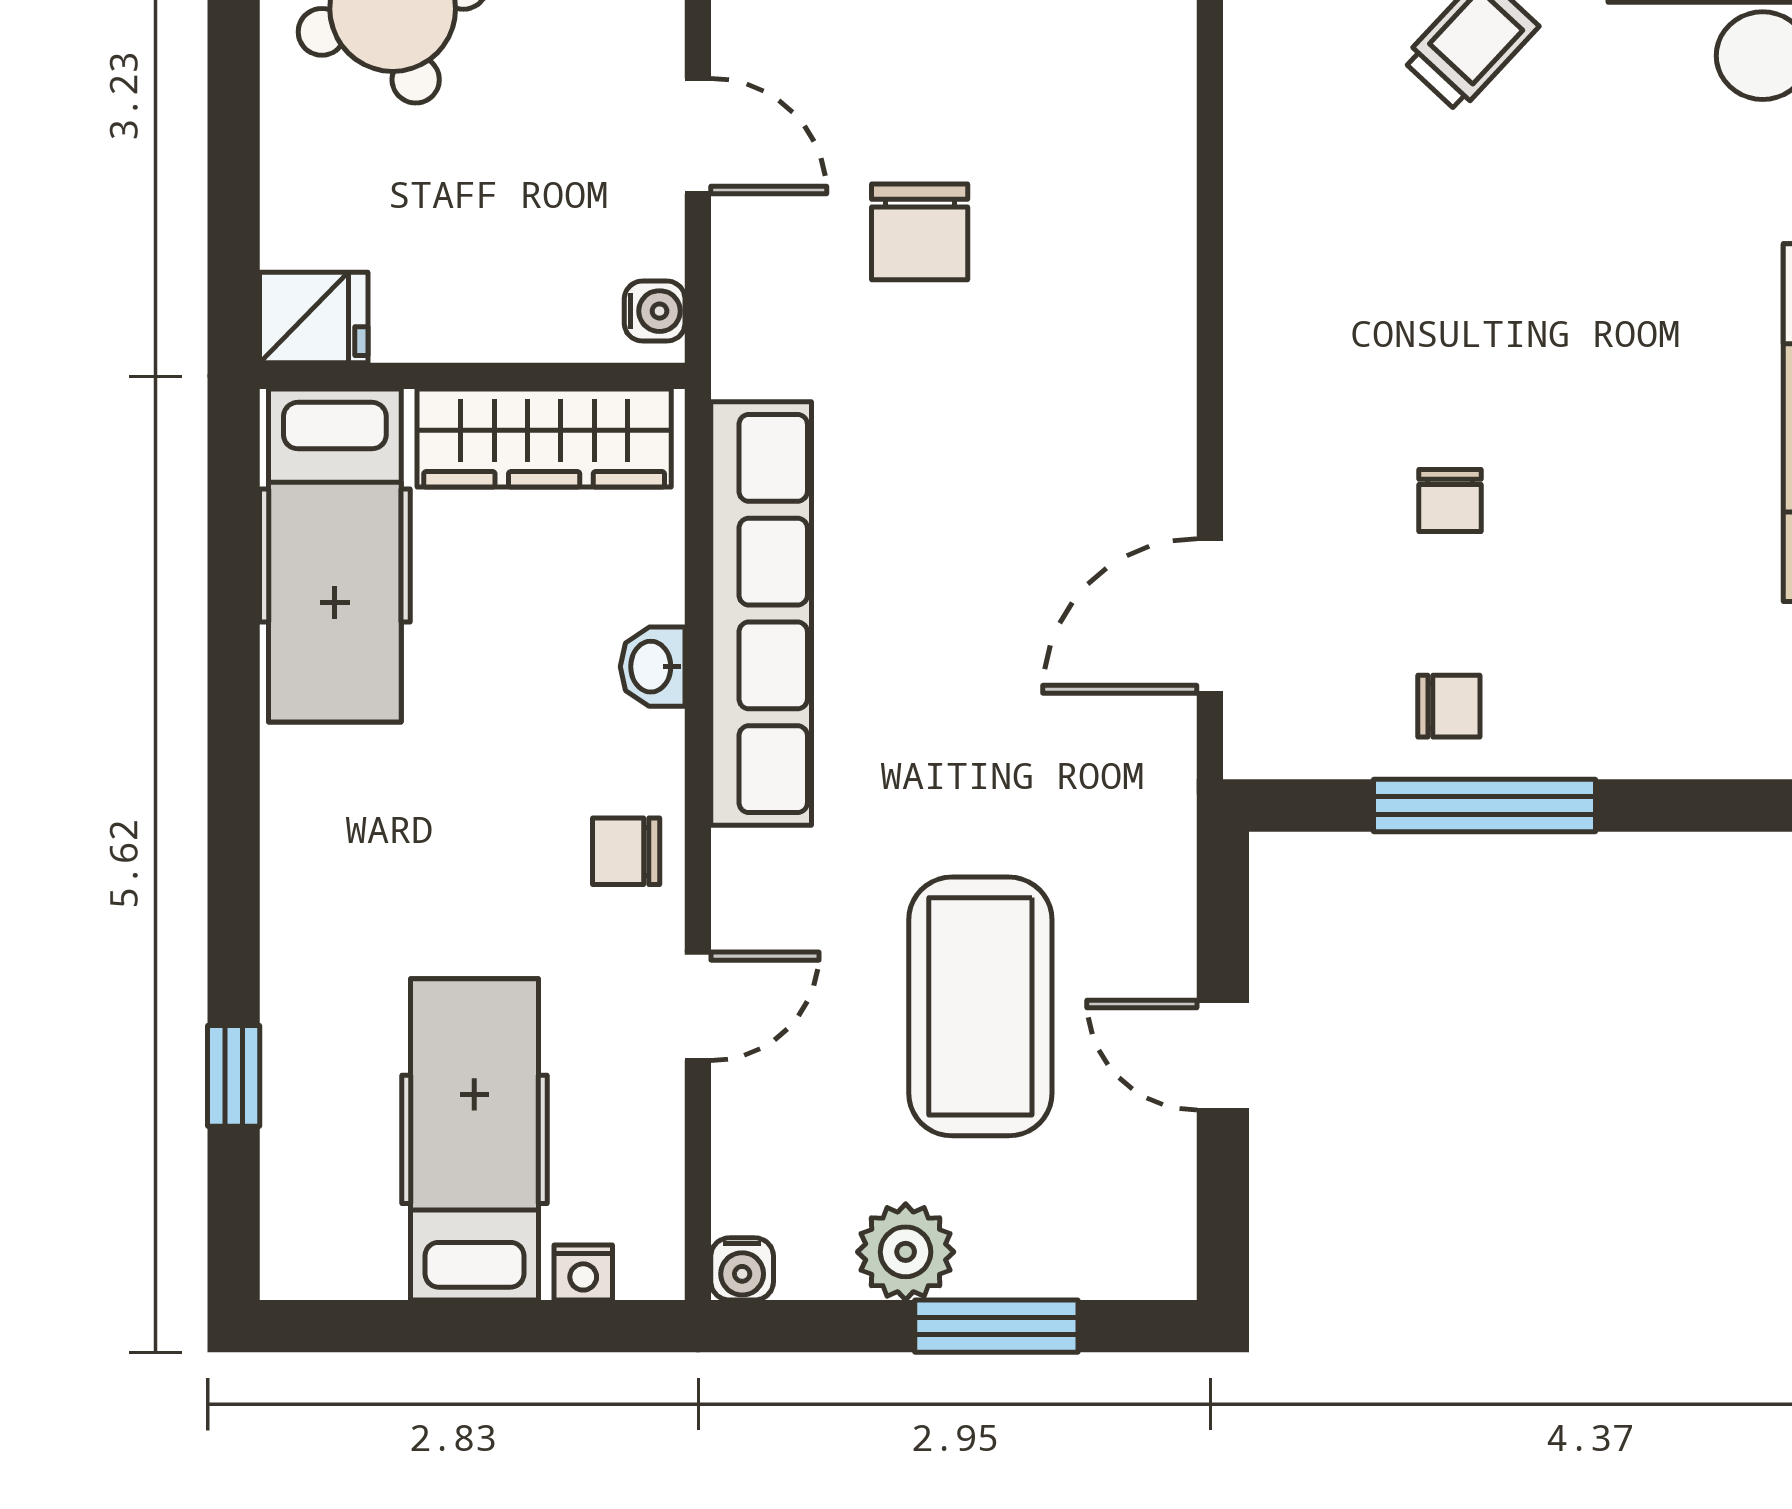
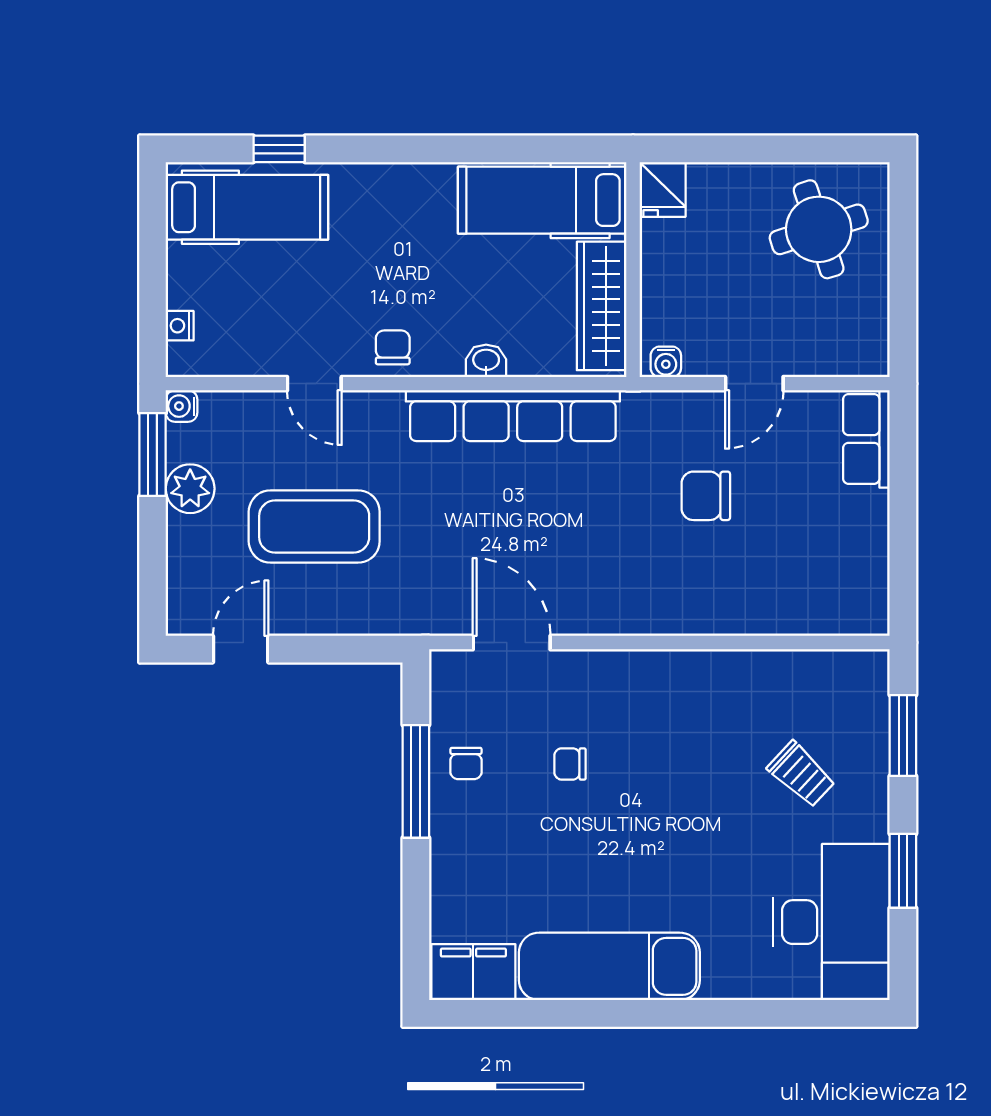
door: (1223, 1055) -> (241, 649), moved
hospital bed: (474, 1139) -> (247, 207), moved
window: (996, 1326) -> (153, 455), moved

